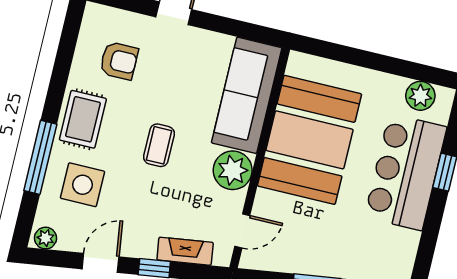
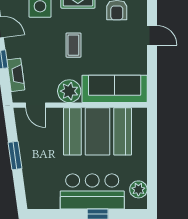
coffee table: (159, 145) -> (73, 45), turned 90

